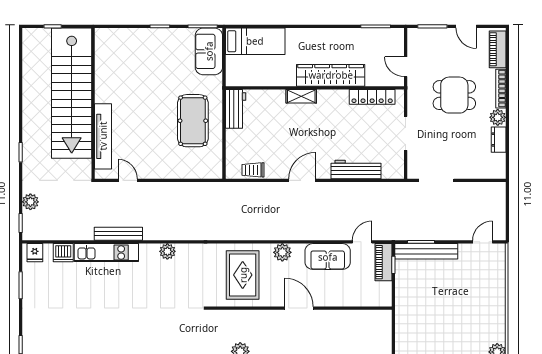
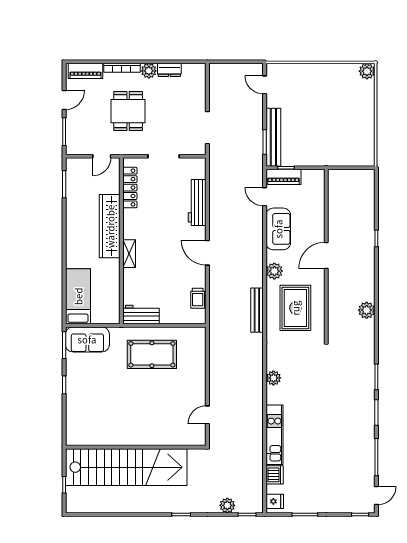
tv unit: (103, 136) -> (166, 438), removed
bench: (118, 234) -> (257, 310), moved
rug: (243, 275) -> (295, 308), turned 90

